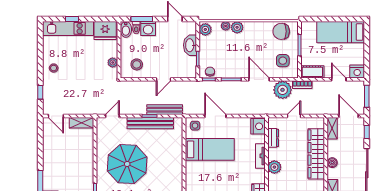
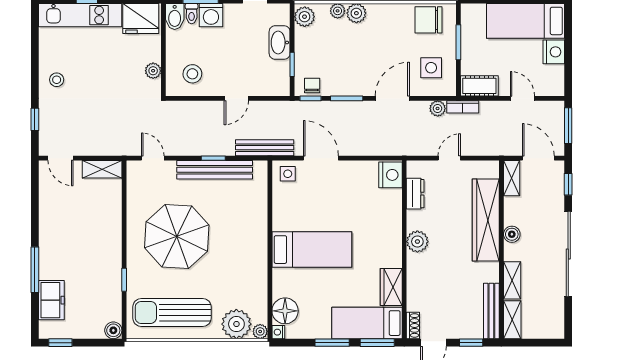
nightstand: (357, 71) -> (554, 52), moved, turned -90
door: (259, 79) -> (392, 98), hinge flipped
plant: (283, 90) -> (438, 108), width x0.53, depth x0.53
bench: (165, 110) -> (265, 148), moved
door: (112, 116) -> (153, 158), hinge flipped
bed: (210, 149) -> (312, 250), moved
tv unit: (260, 156) -> (394, 223), removed

